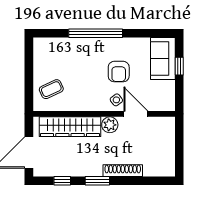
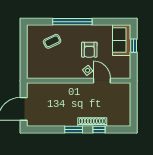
coffee table: (51, 89) -> (52, 41), moved
plant: (110, 125) -> (83, 89), removed
wardrobe: (70, 127) -> (54, 90), removed
window: (62, 181) -> (99, 130), moved

